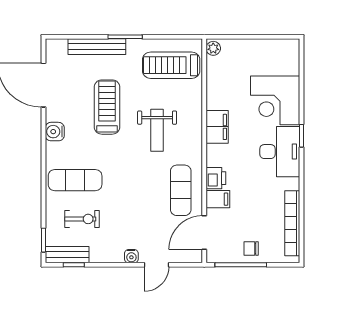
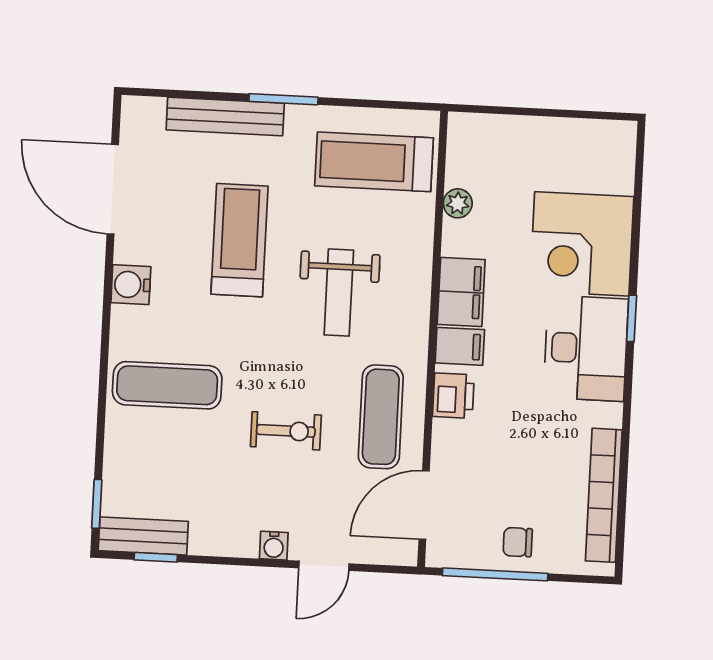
plant: (213, 48) -> (458, 203), moved
filing cabinet: (218, 199) -> (460, 346), moved
exercise bike: (82, 219) -> (286, 431), moved

